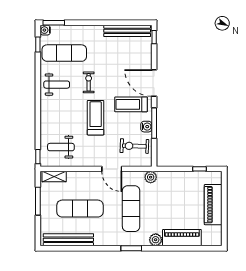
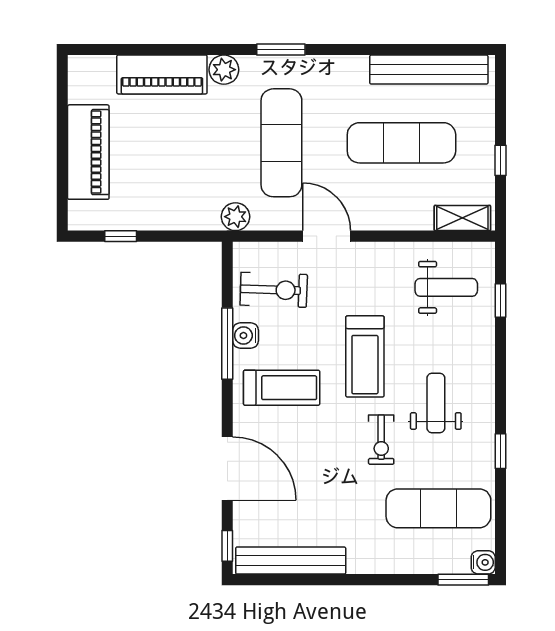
window: (38, 45) -> (500, 451), moved
door: (154, 83) -> (227, 468), moved
weight bench: (57, 85) -> (436, 403), moved, turned 90
window: (38, 157) -> (500, 300), moved
window: (38, 201) -> (500, 160), width x0.46

